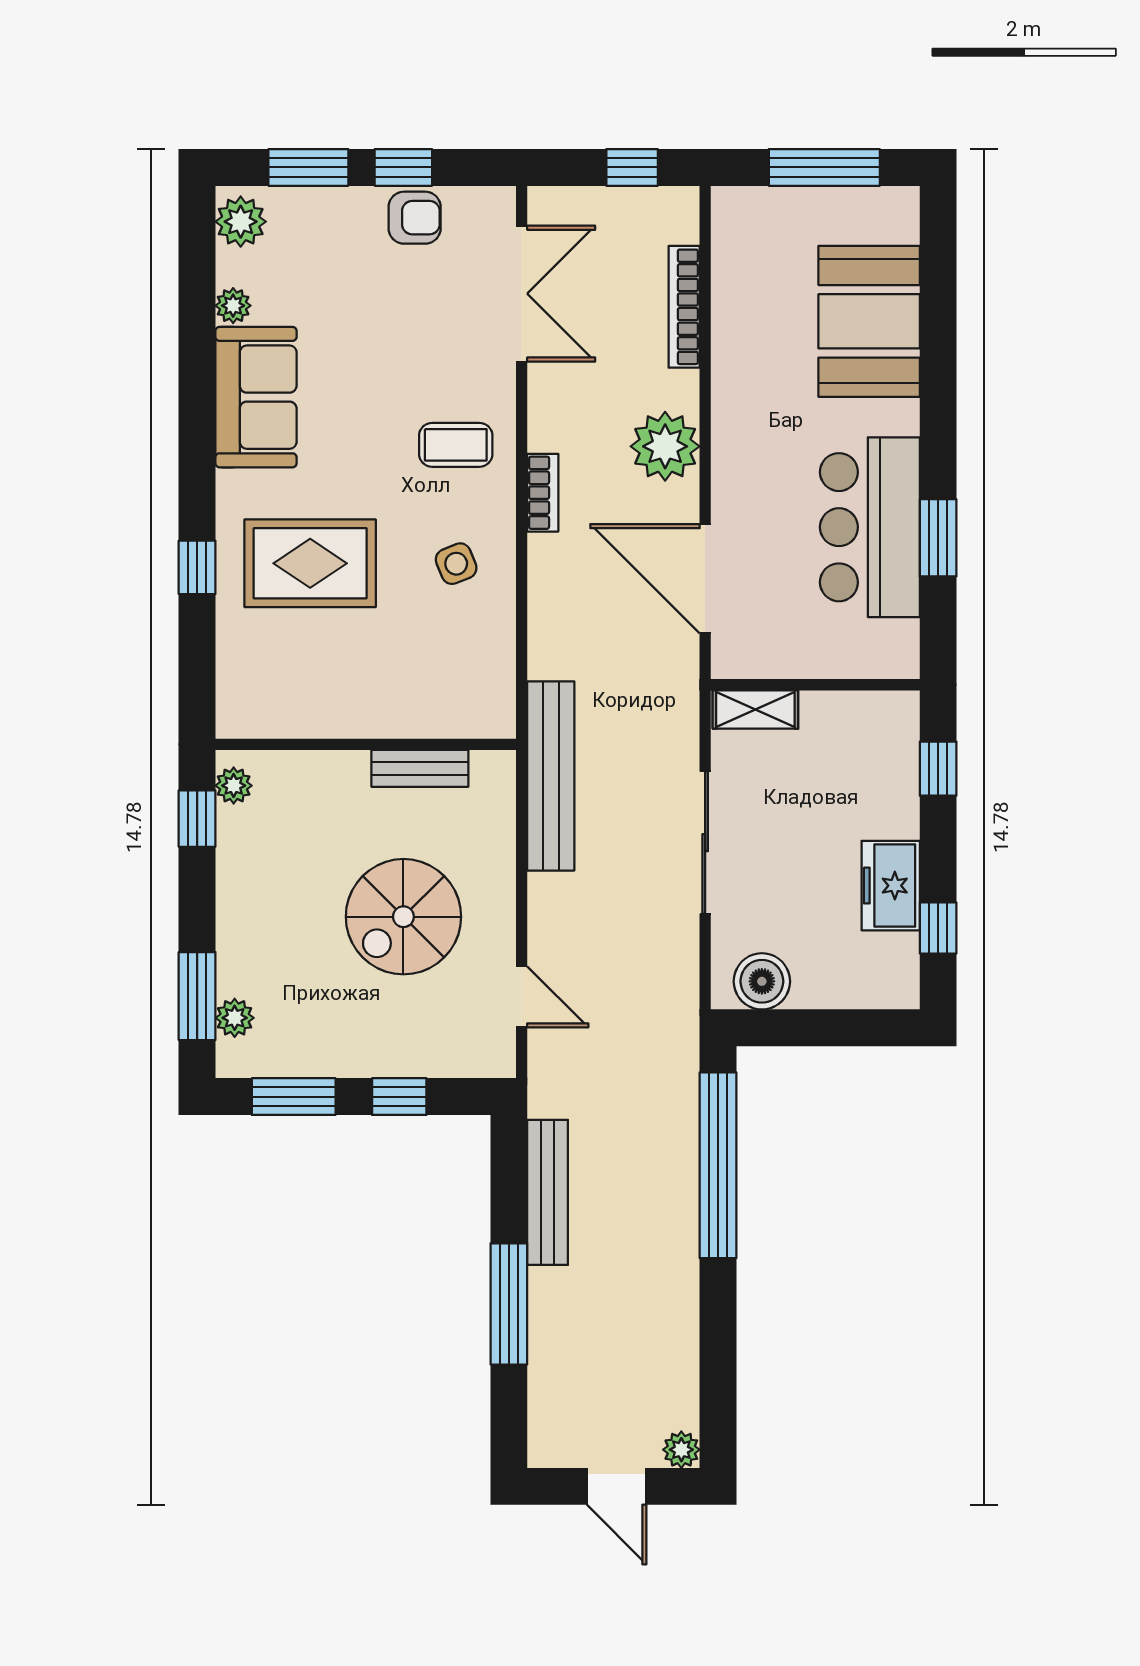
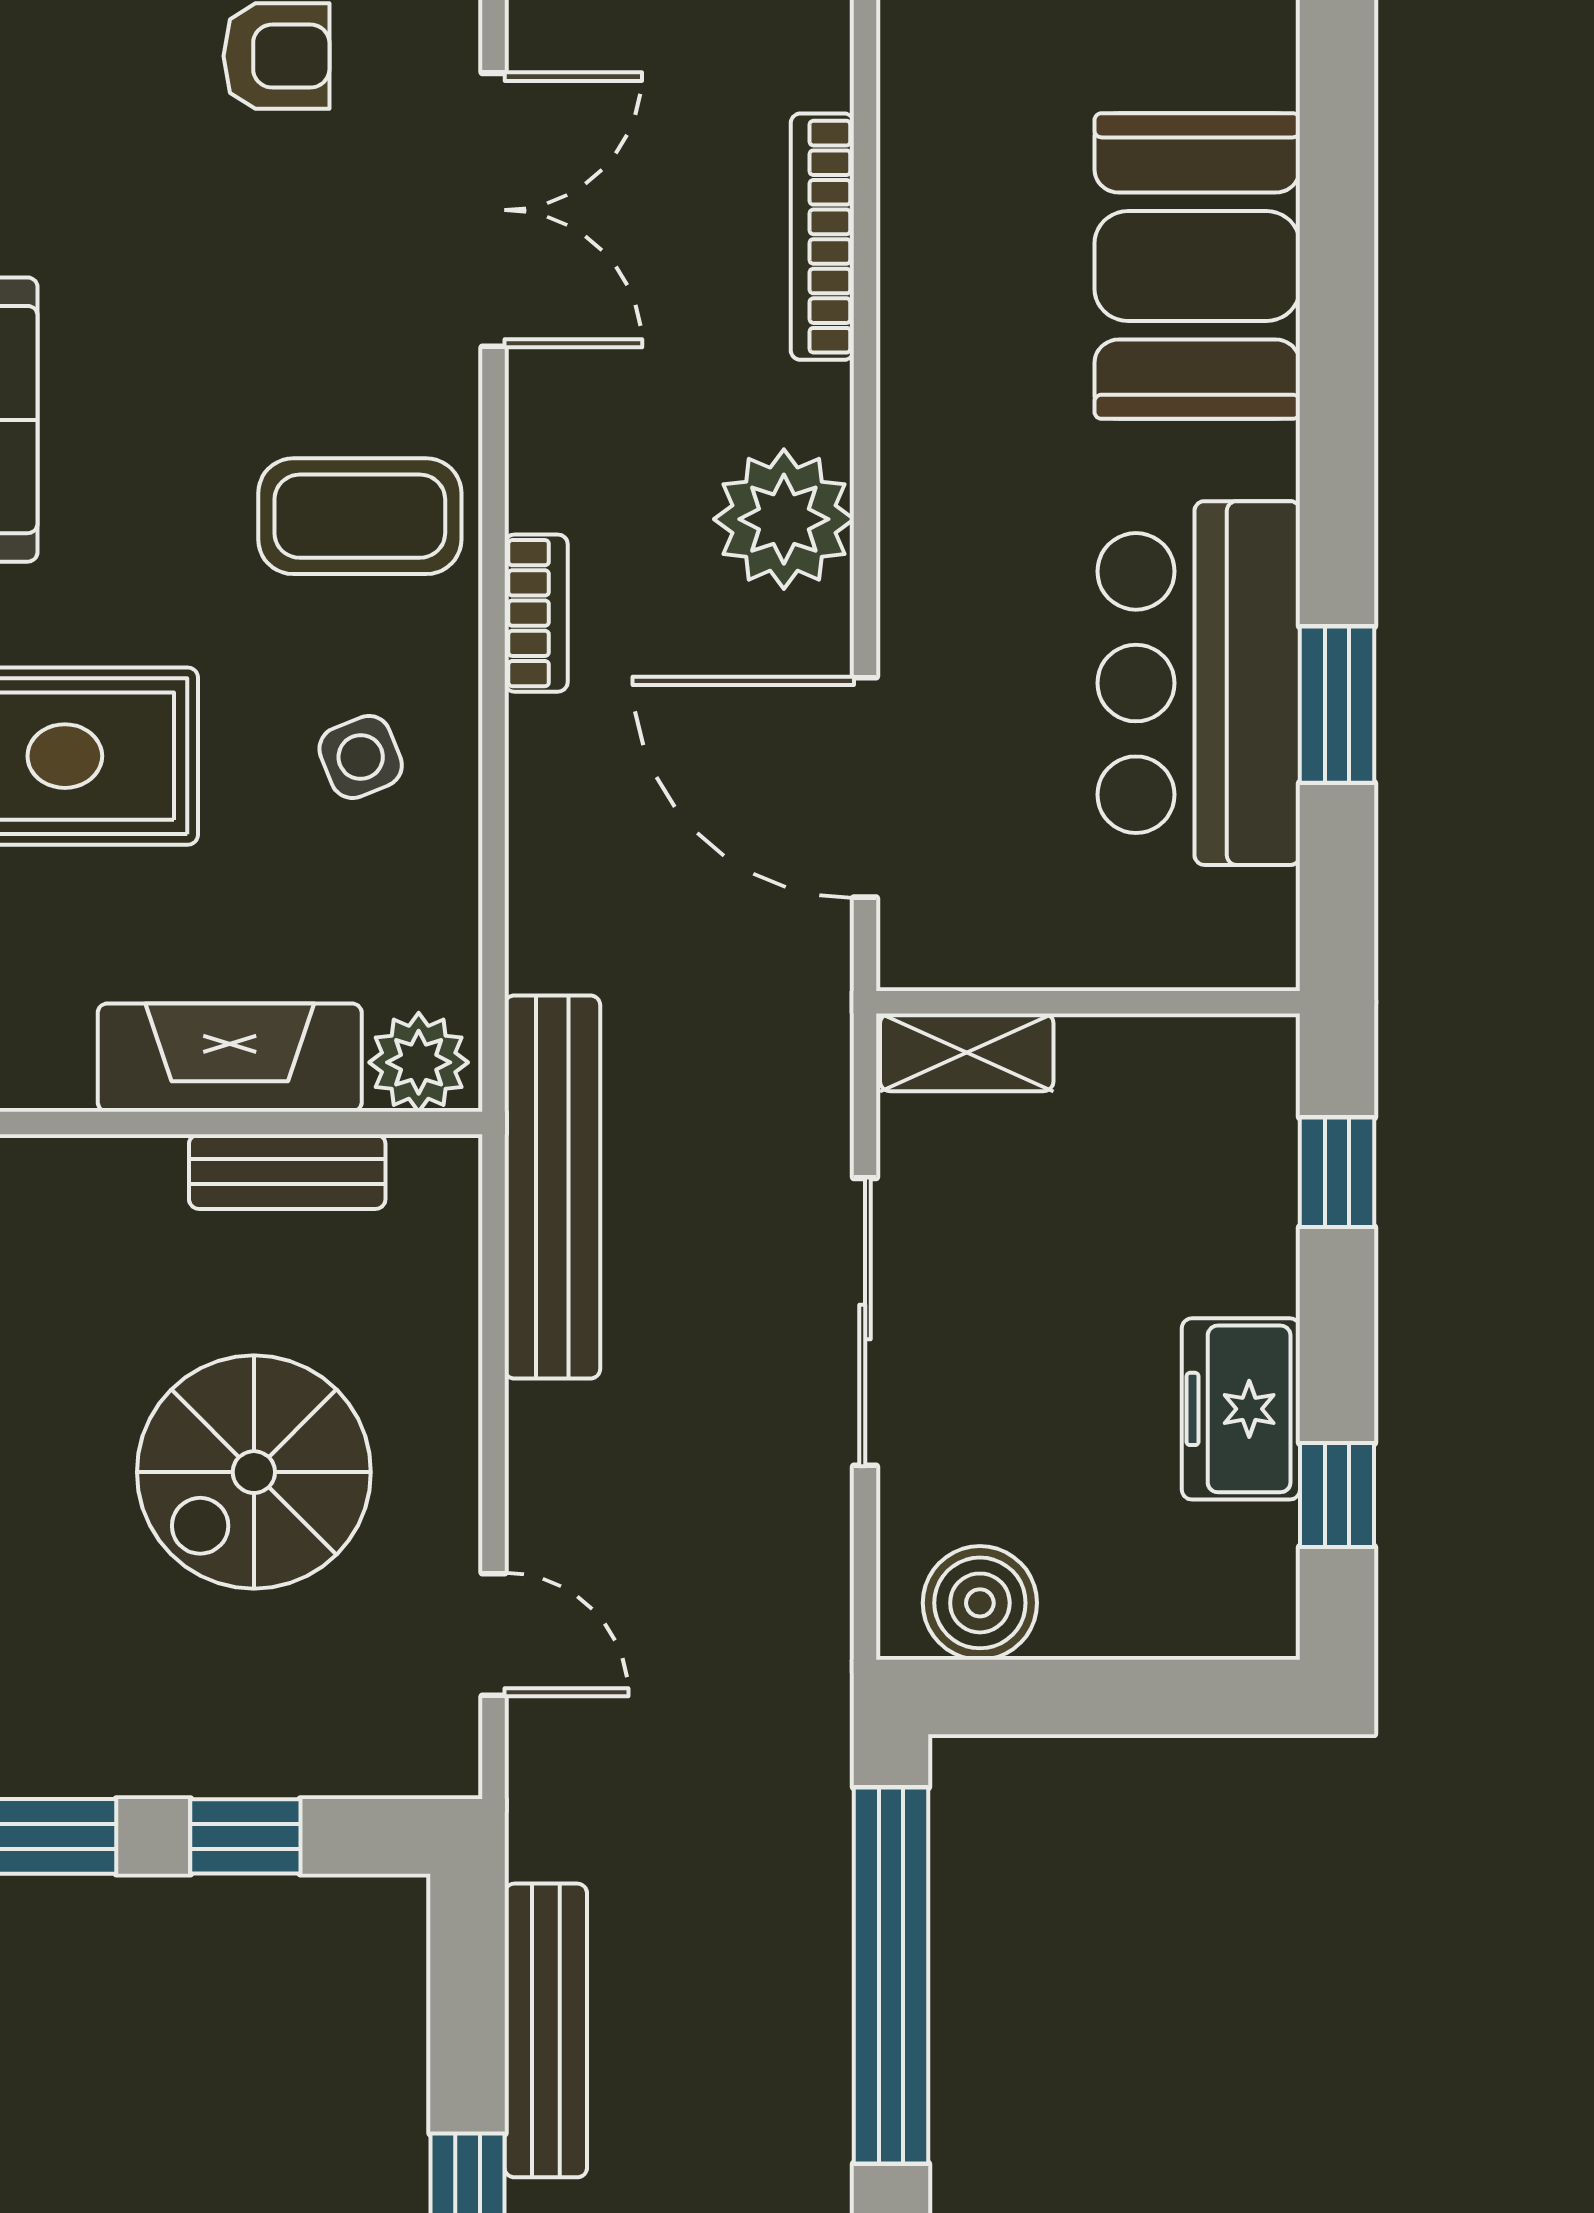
coffee table: (456, 445) -> (360, 516), width x1.36, depth x1.30
fireplace: (392, 712) -> (230, 1058), added
plant: (485, 714) -> (419, 1062), added

